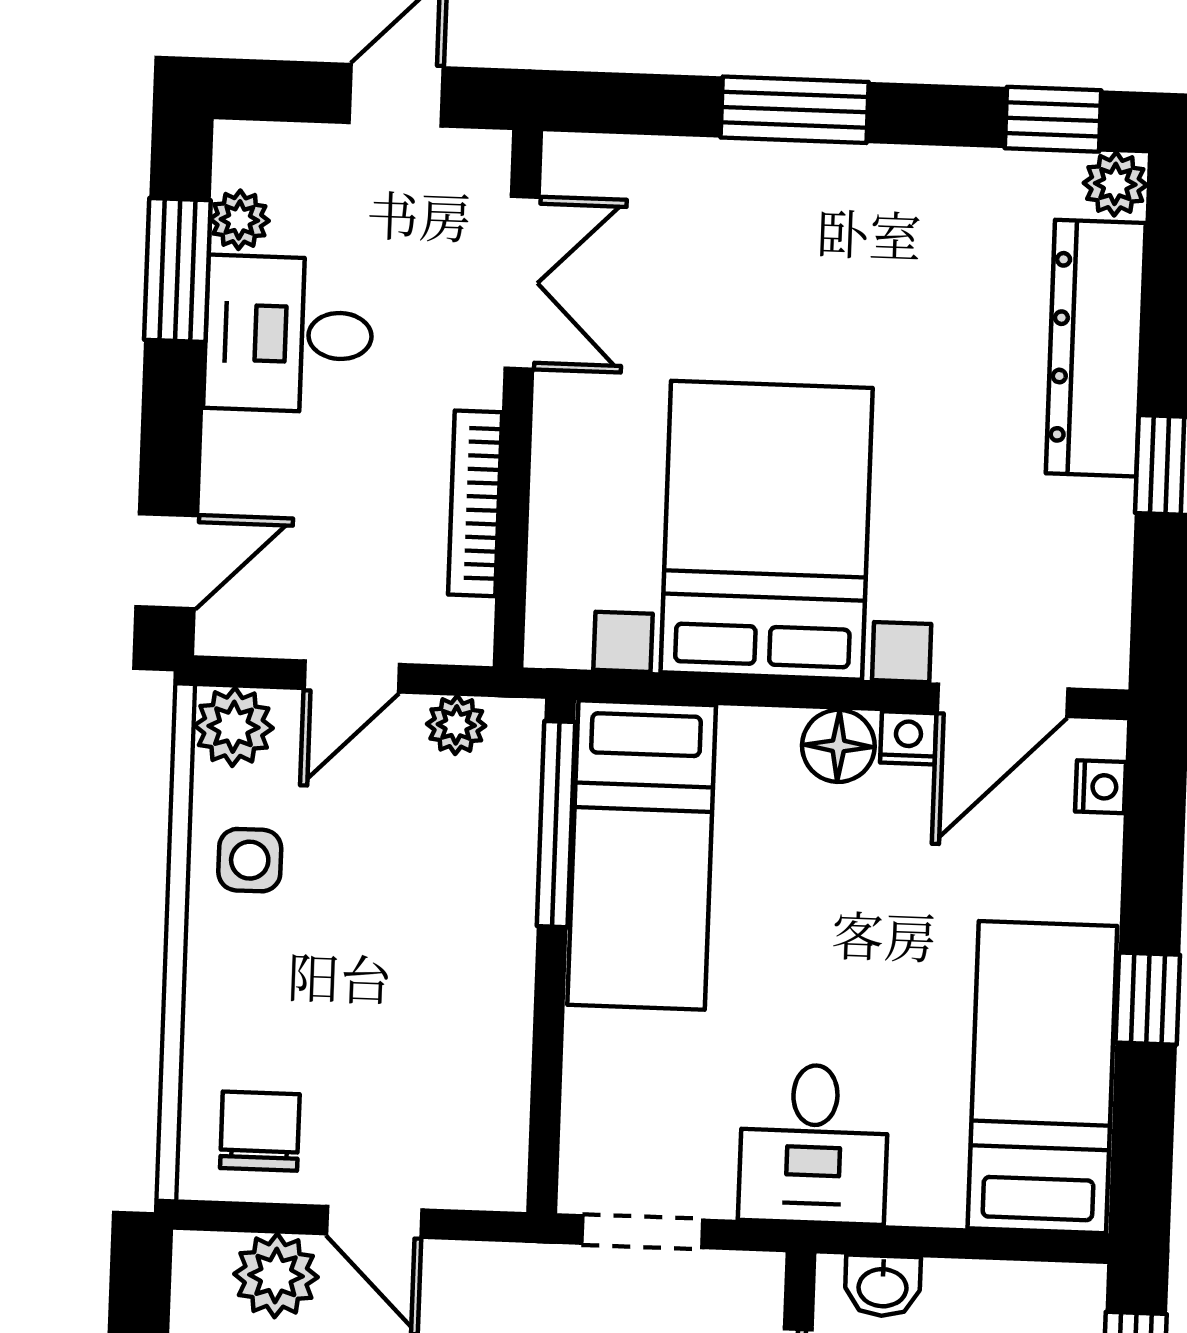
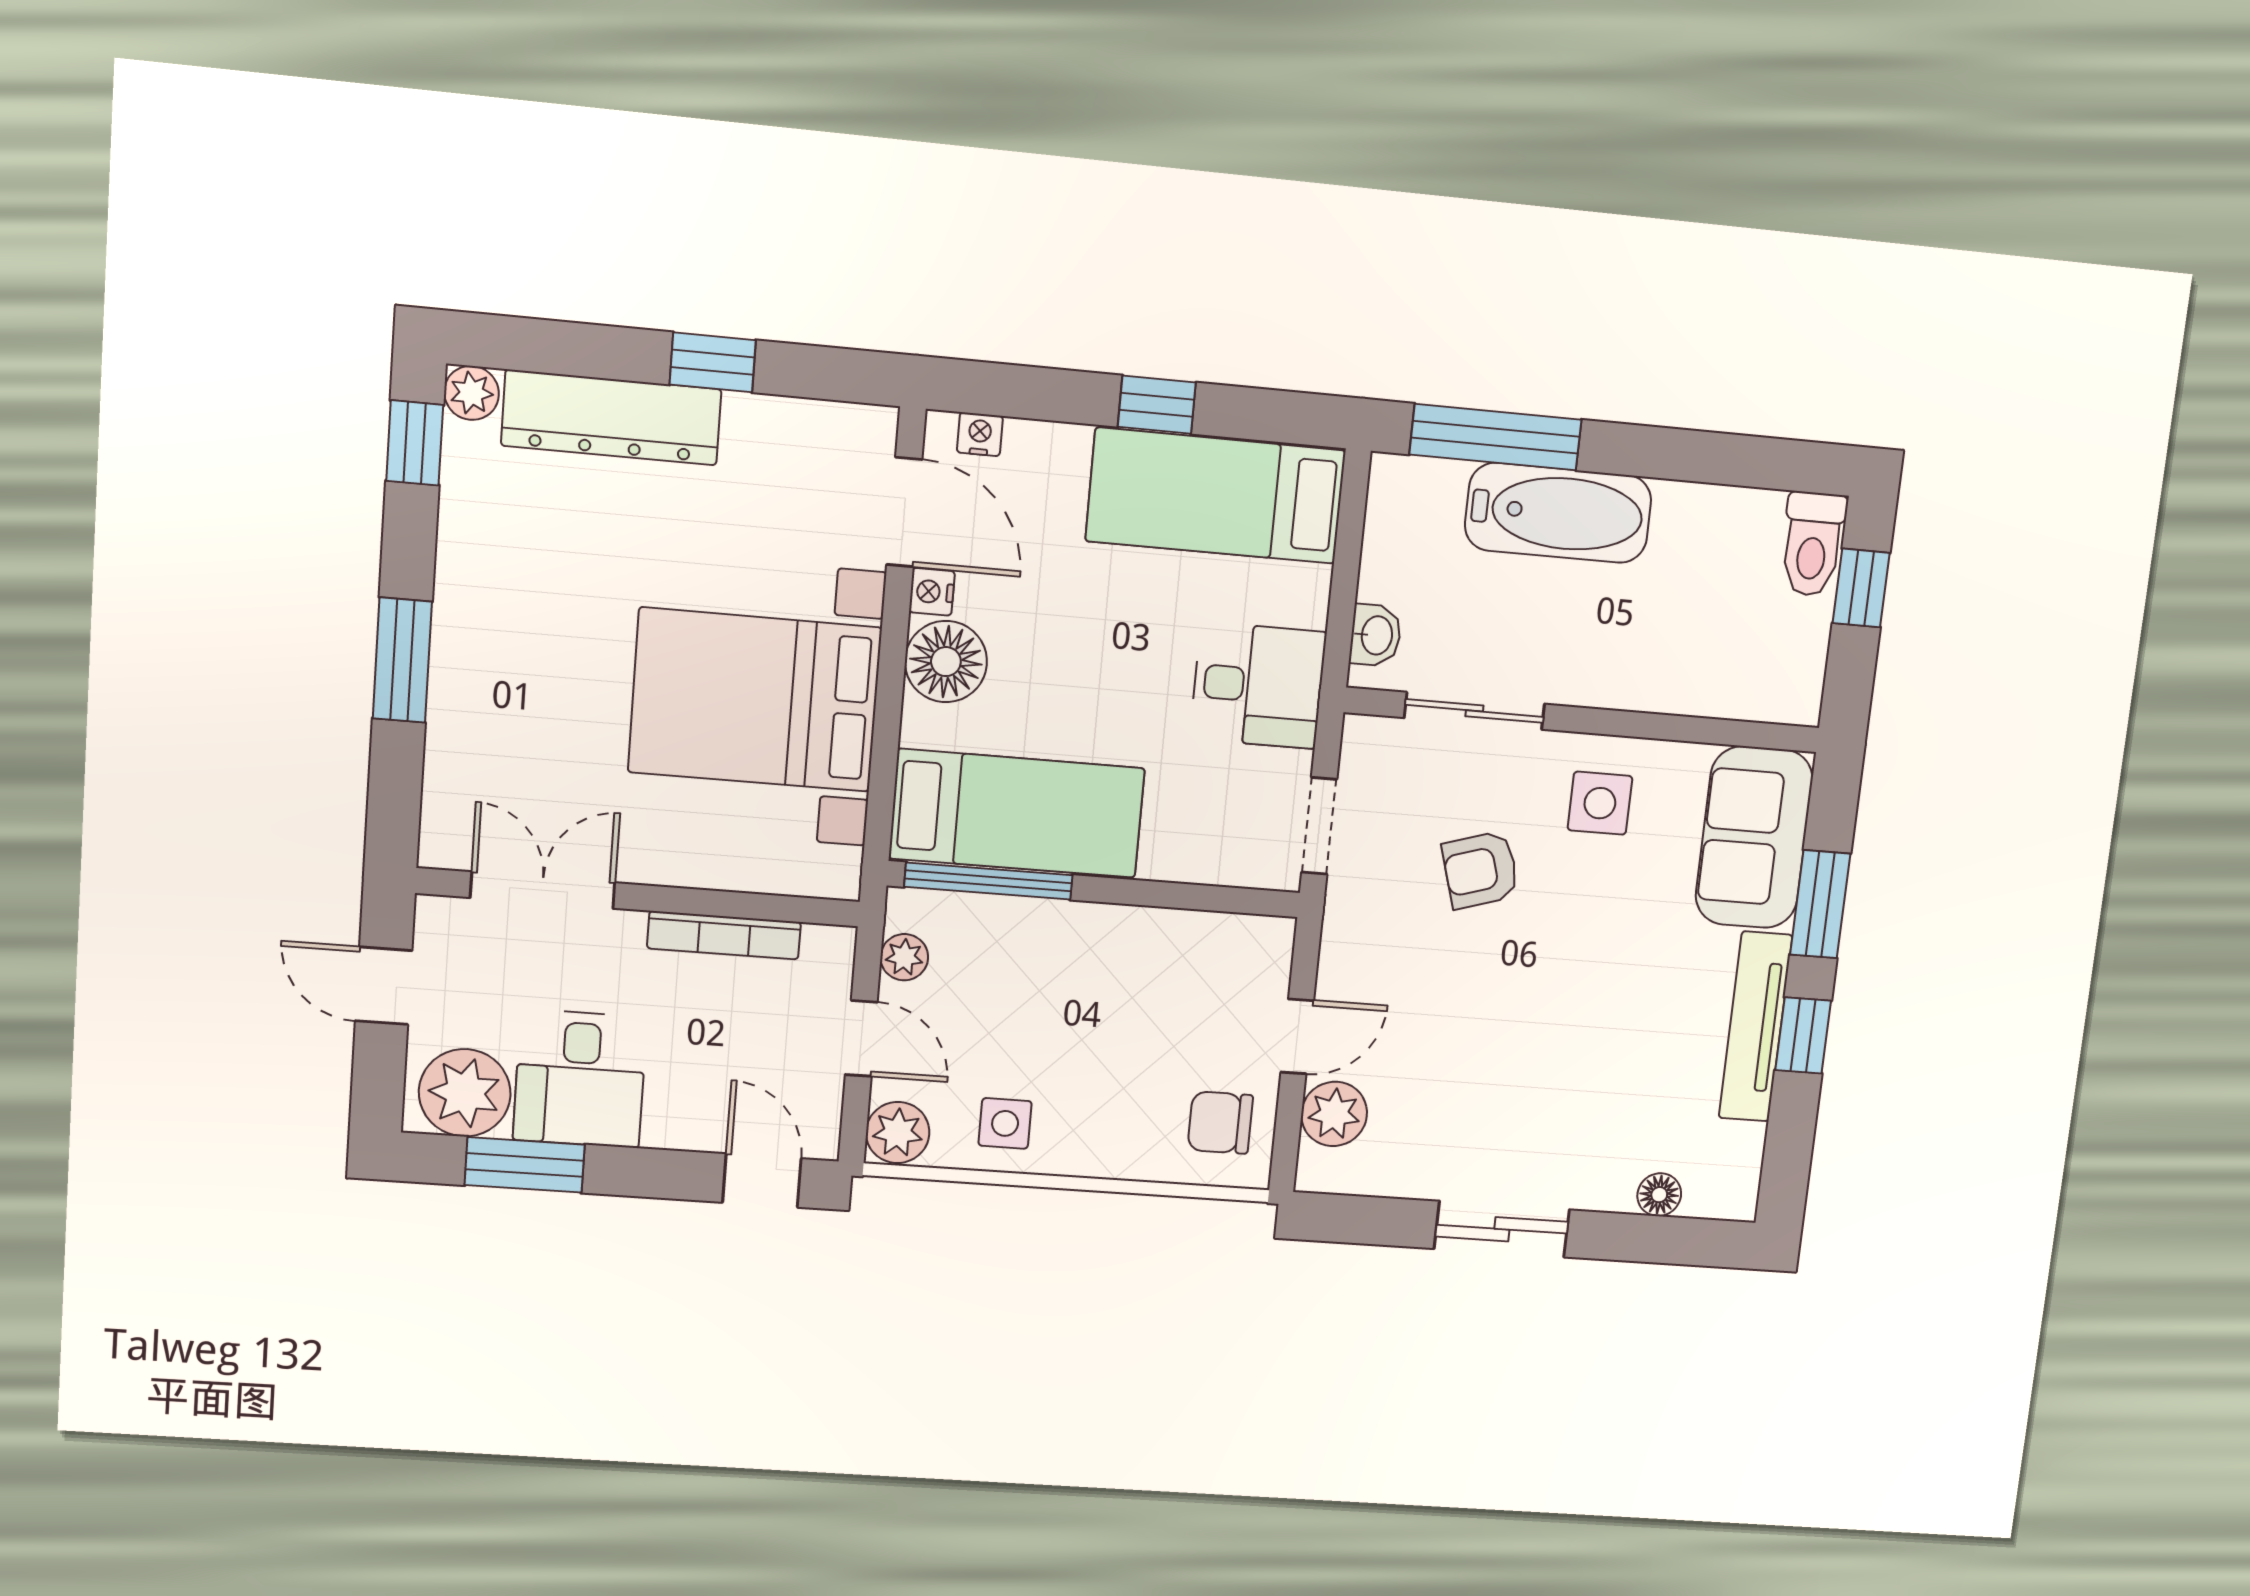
plant: (239, 220) -> (465, 1093), width x1.88, depth x1.88
floor lamp: (838, 746) -> (946, 662), width x1.38, depth x1.38

